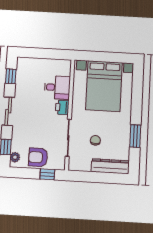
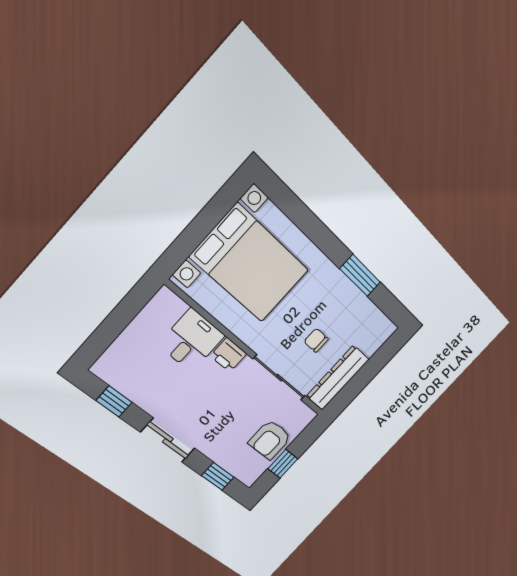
plant: (15, 157) -> (243, 472), removed
dresser: (110, 166) -> (338, 378), moved
window: (47, 174) -> (283, 464), moved

